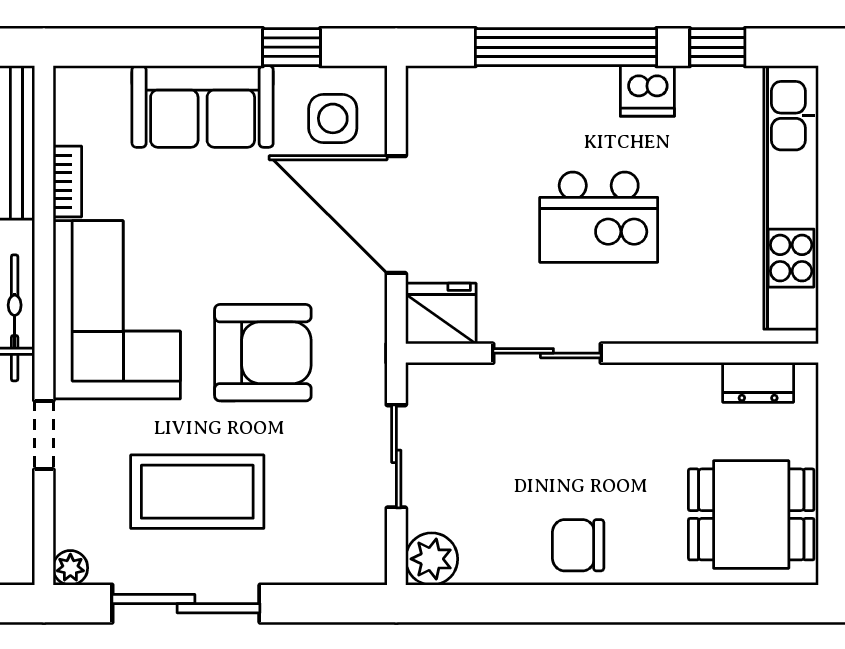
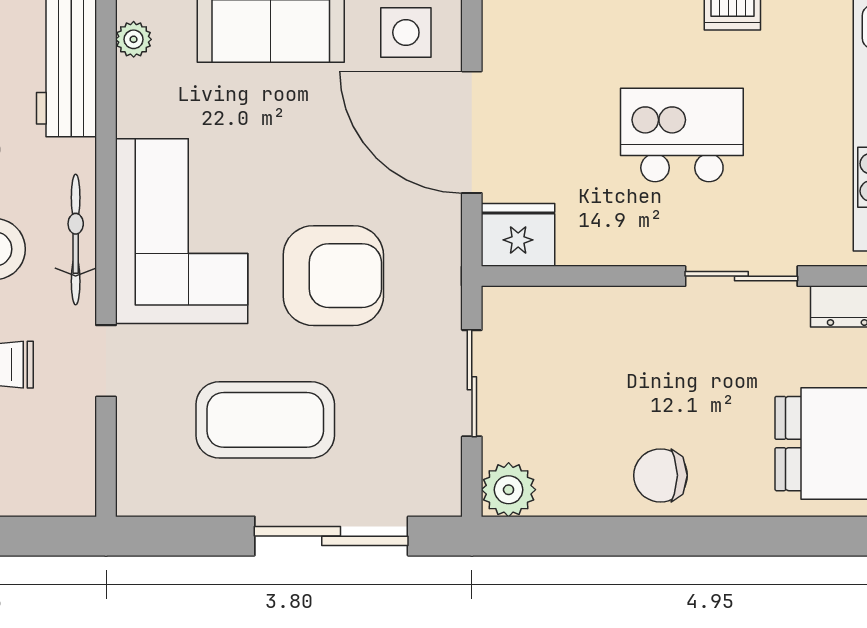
bookcase: (67, 182) -> (130, 98), removed
kitchen island: (599, 217) -> (682, 135), turned 180
sliding door: (547, 353) -> (741, 276), moved
plant: (70, 568) -> (134, 39), moved
sliding door: (186, 604) -> (331, 536), moved

